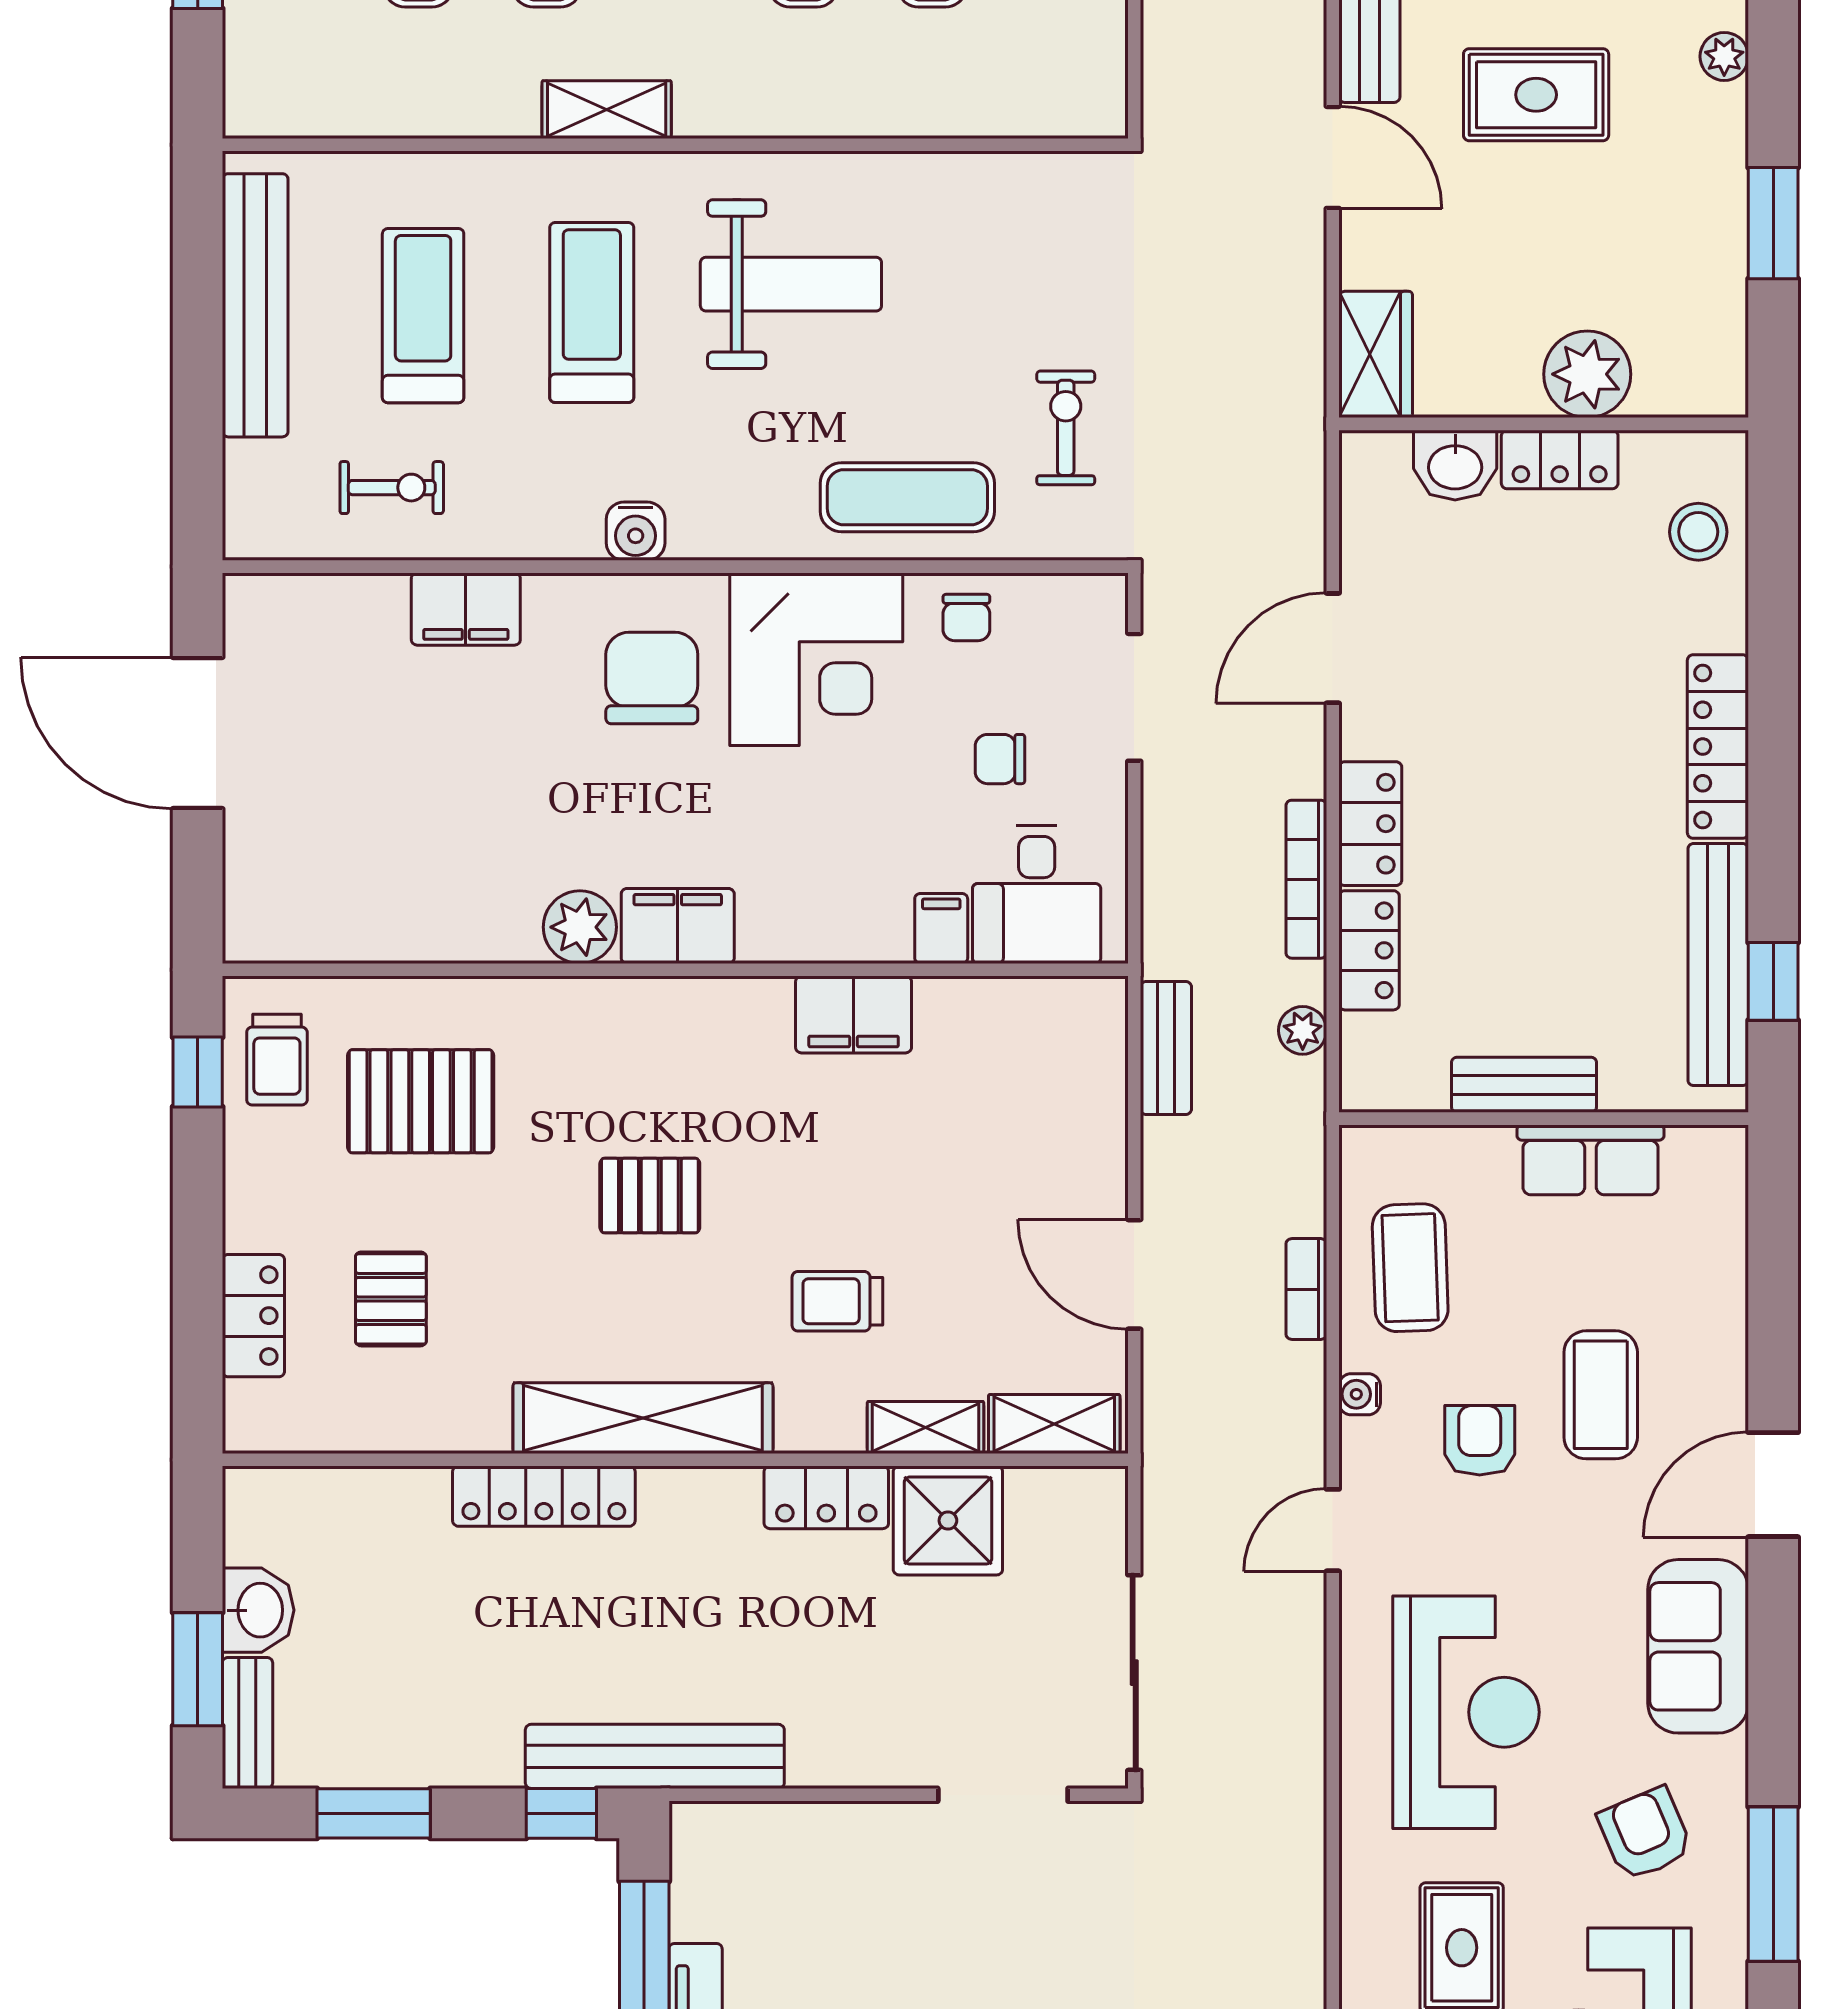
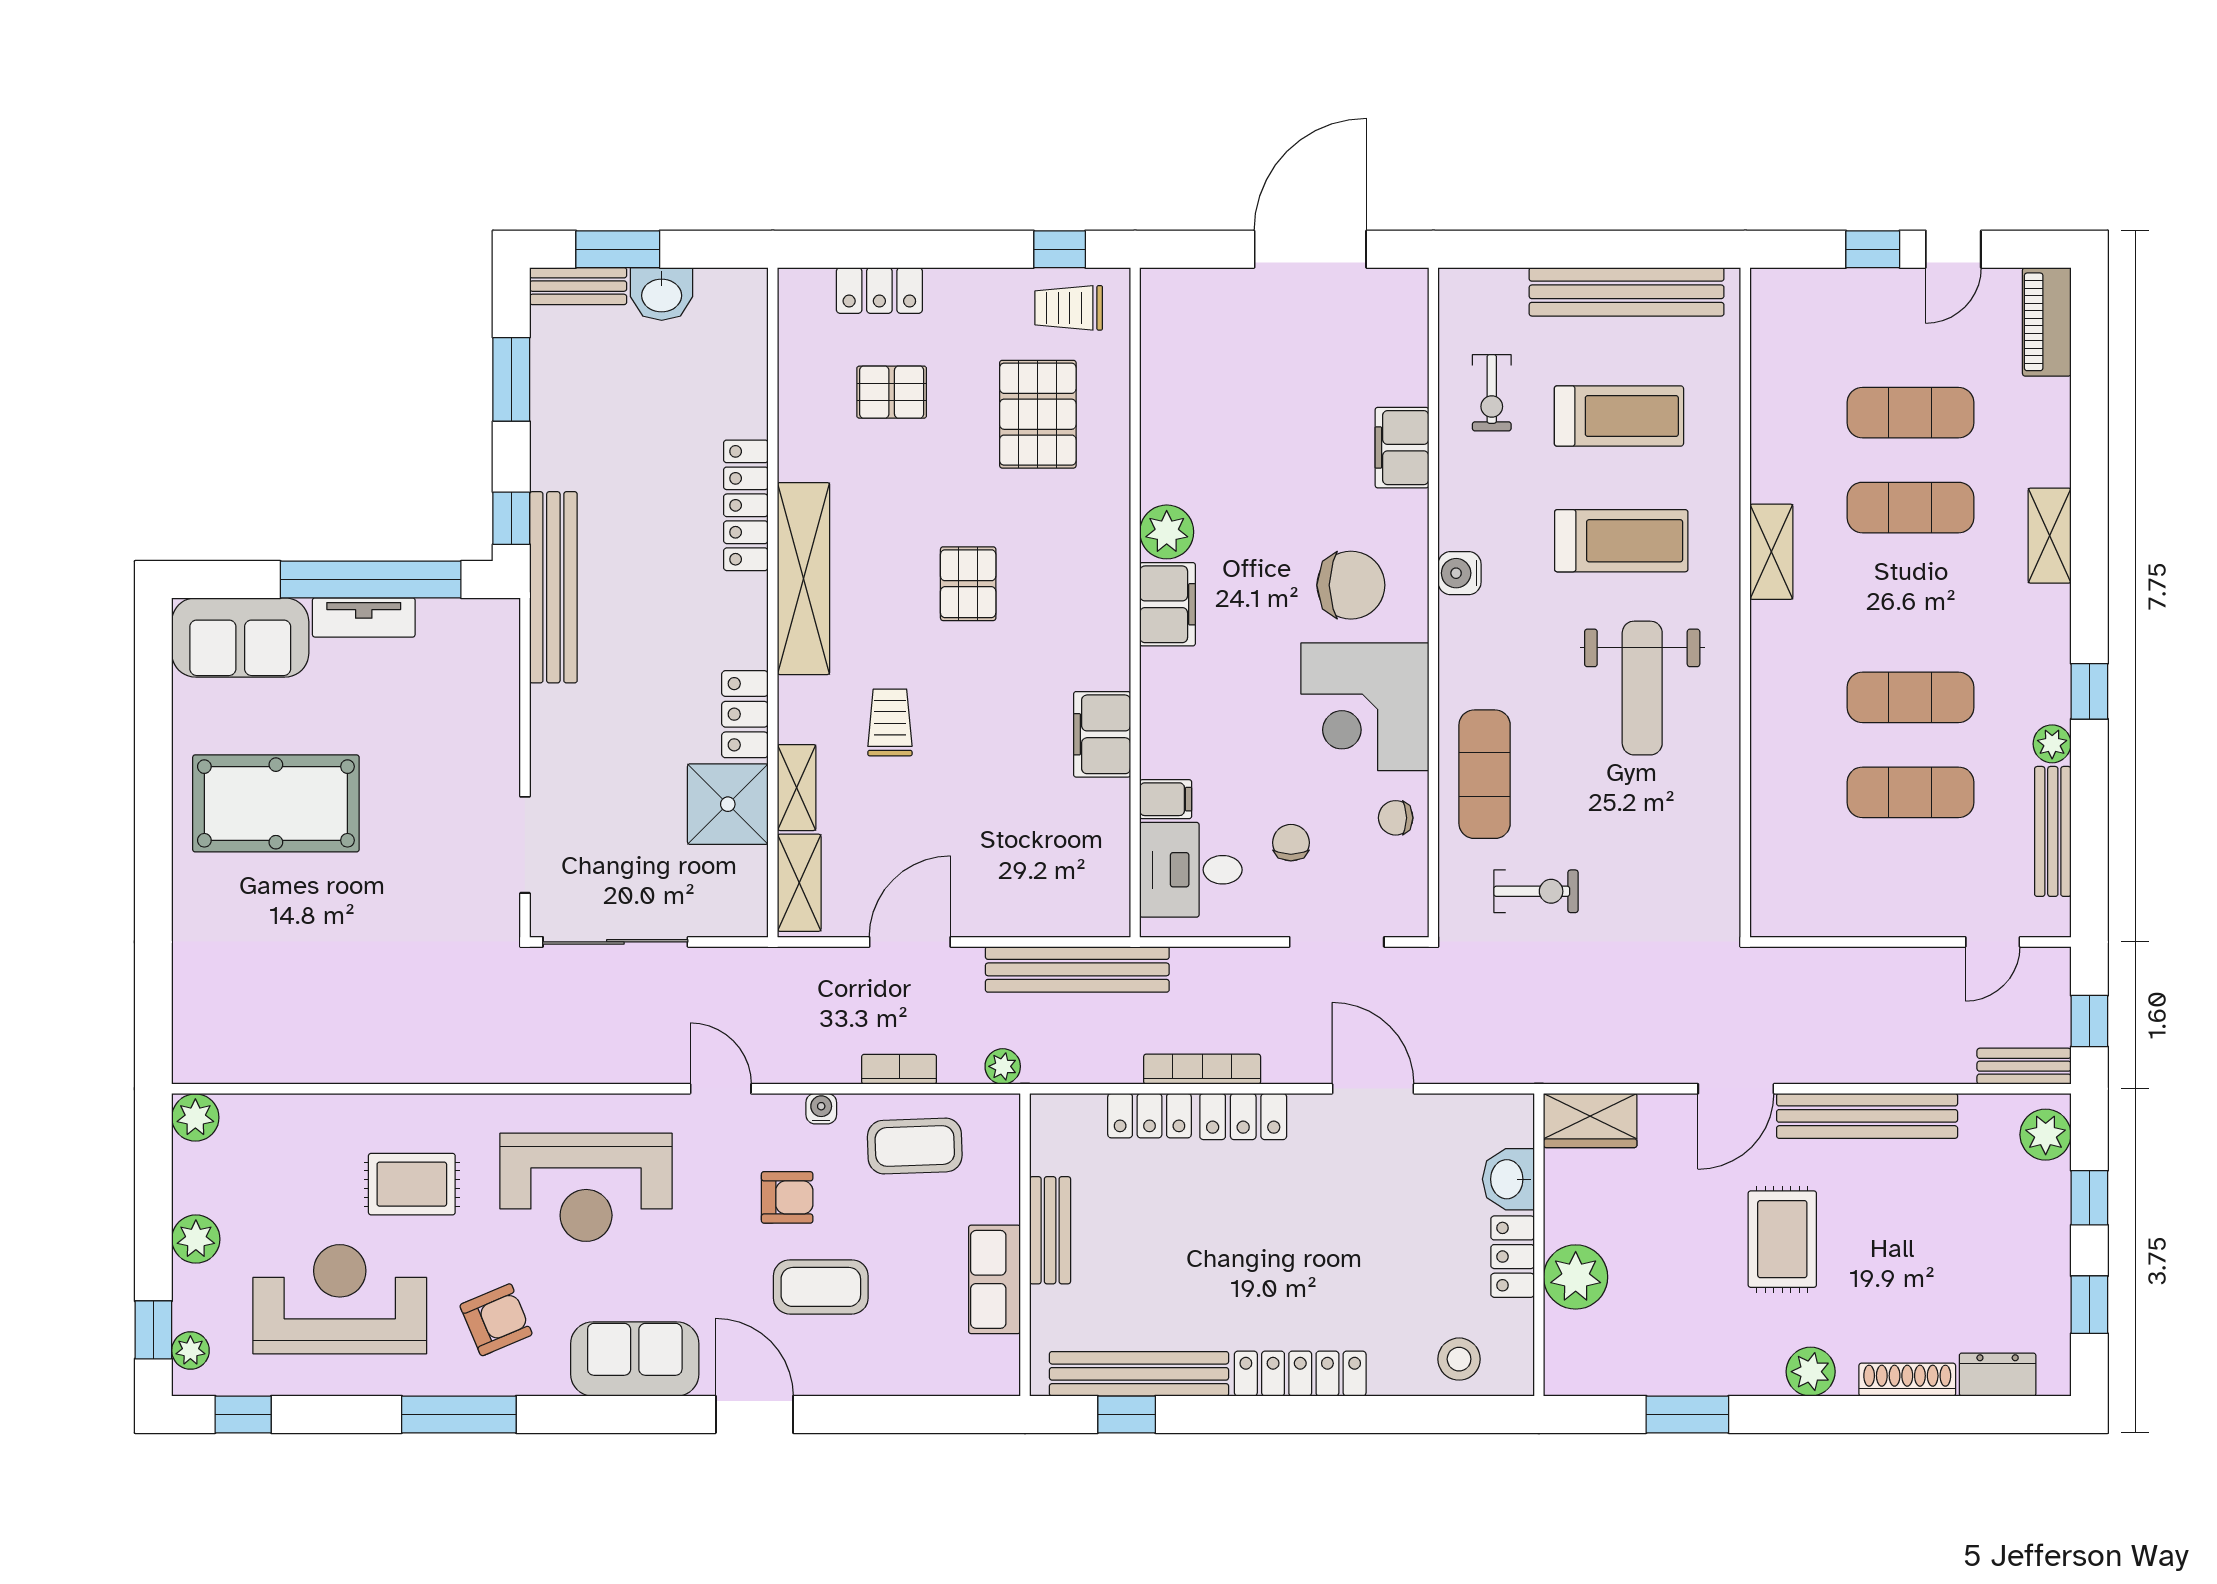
plant: (1724, 56) -> (1811, 1372), width x1.38, depth x1.38
plant: (1303, 1030) -> (1003, 1066), moved
bench: (1166, 1048) -> (1077, 969), width x1.86, depth x1.21

